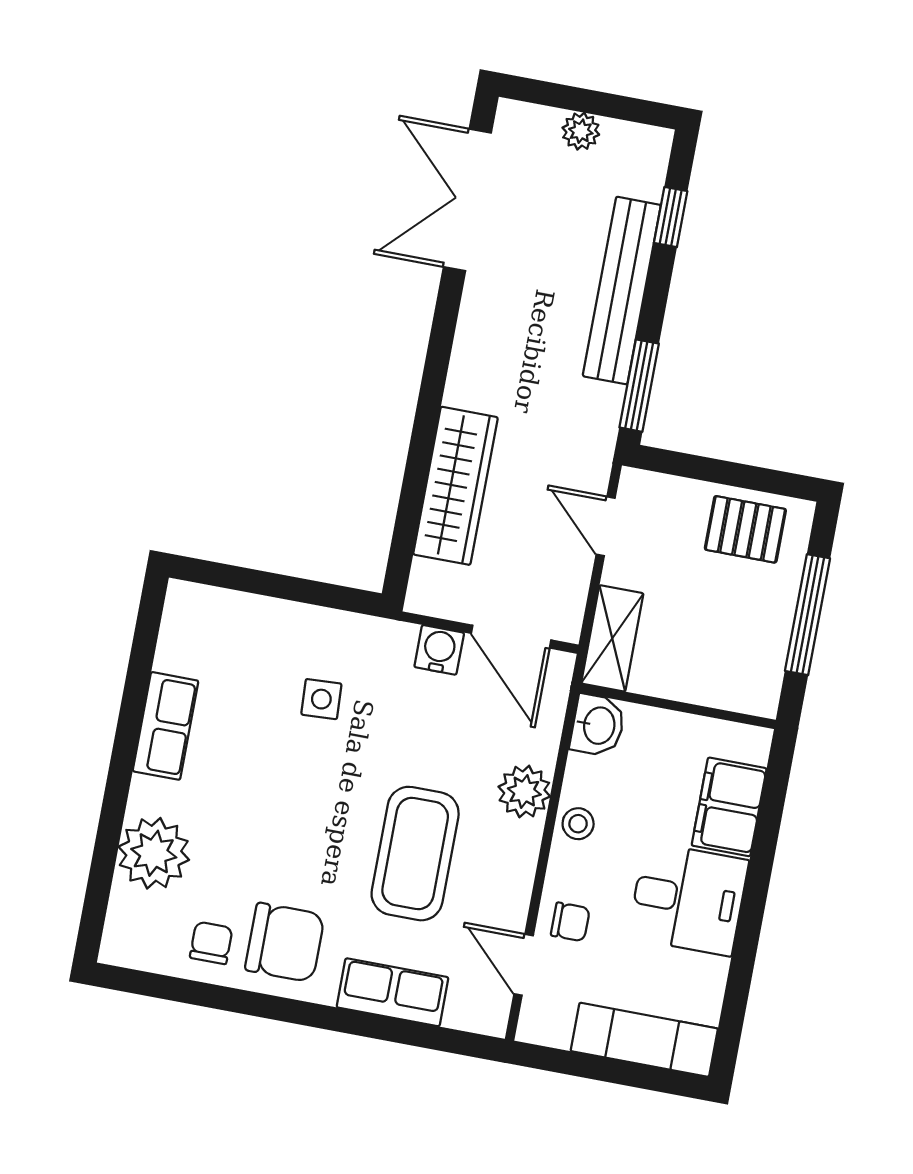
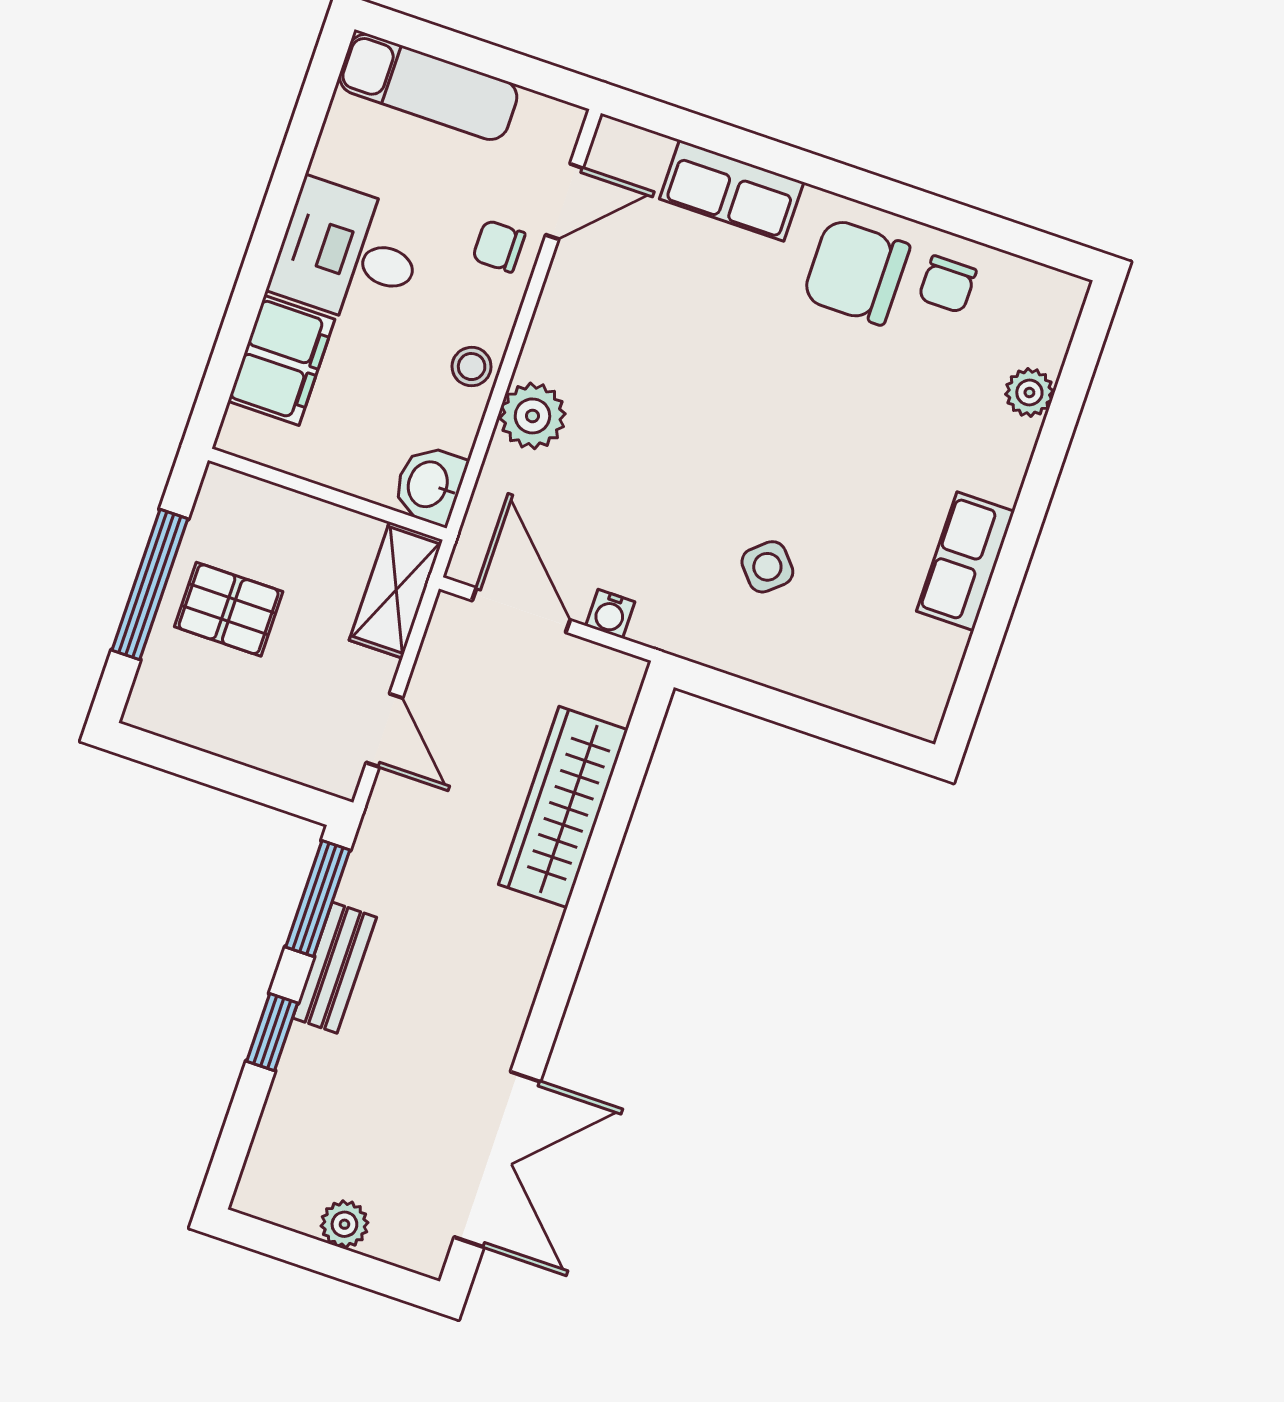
window: (671, 217) -> (272, 1032), moved
bench: (622, 291) -> (335, 968), width x0.54, depth x0.82
pallet: (745, 529) -> (229, 609), moved
water cooler: (439, 650) -> (610, 614), width x0.72, depth x0.72
side table: (321, 699) -> (767, 567), turned -38
plant: (154, 853) -> (1029, 392), width x0.53, depth x0.53
coffee table: (415, 854) -> (679, 359), removed
door: (524, 965) -> (564, 201), hinge flipped

